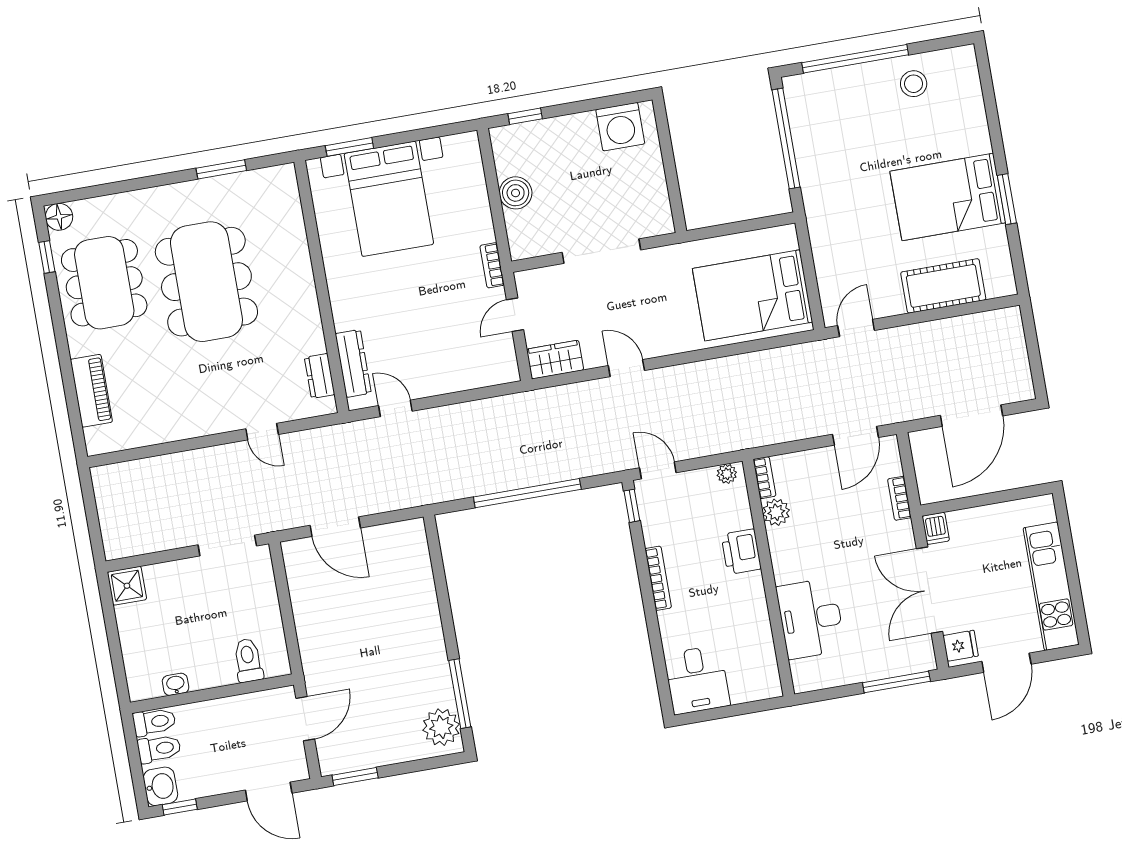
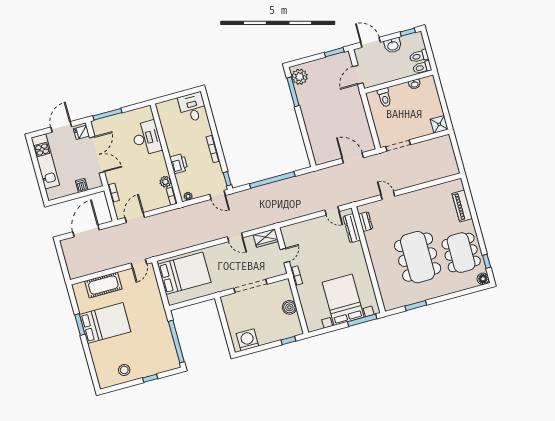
window: (855, 59) -> (150, 378), width x0.32
window: (349, 147) -> (362, 320), width x1.44
dishwasher: (936, 528) -> (82, 185), moved
washbasin: (160, 786) -> (393, 45), moved, turned -90

